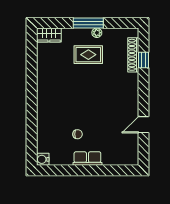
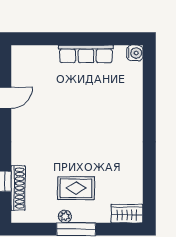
chair: (78, 134) -> (90, 85), removed
row of seats: (87, 159) -> (86, 54), width x1.48

